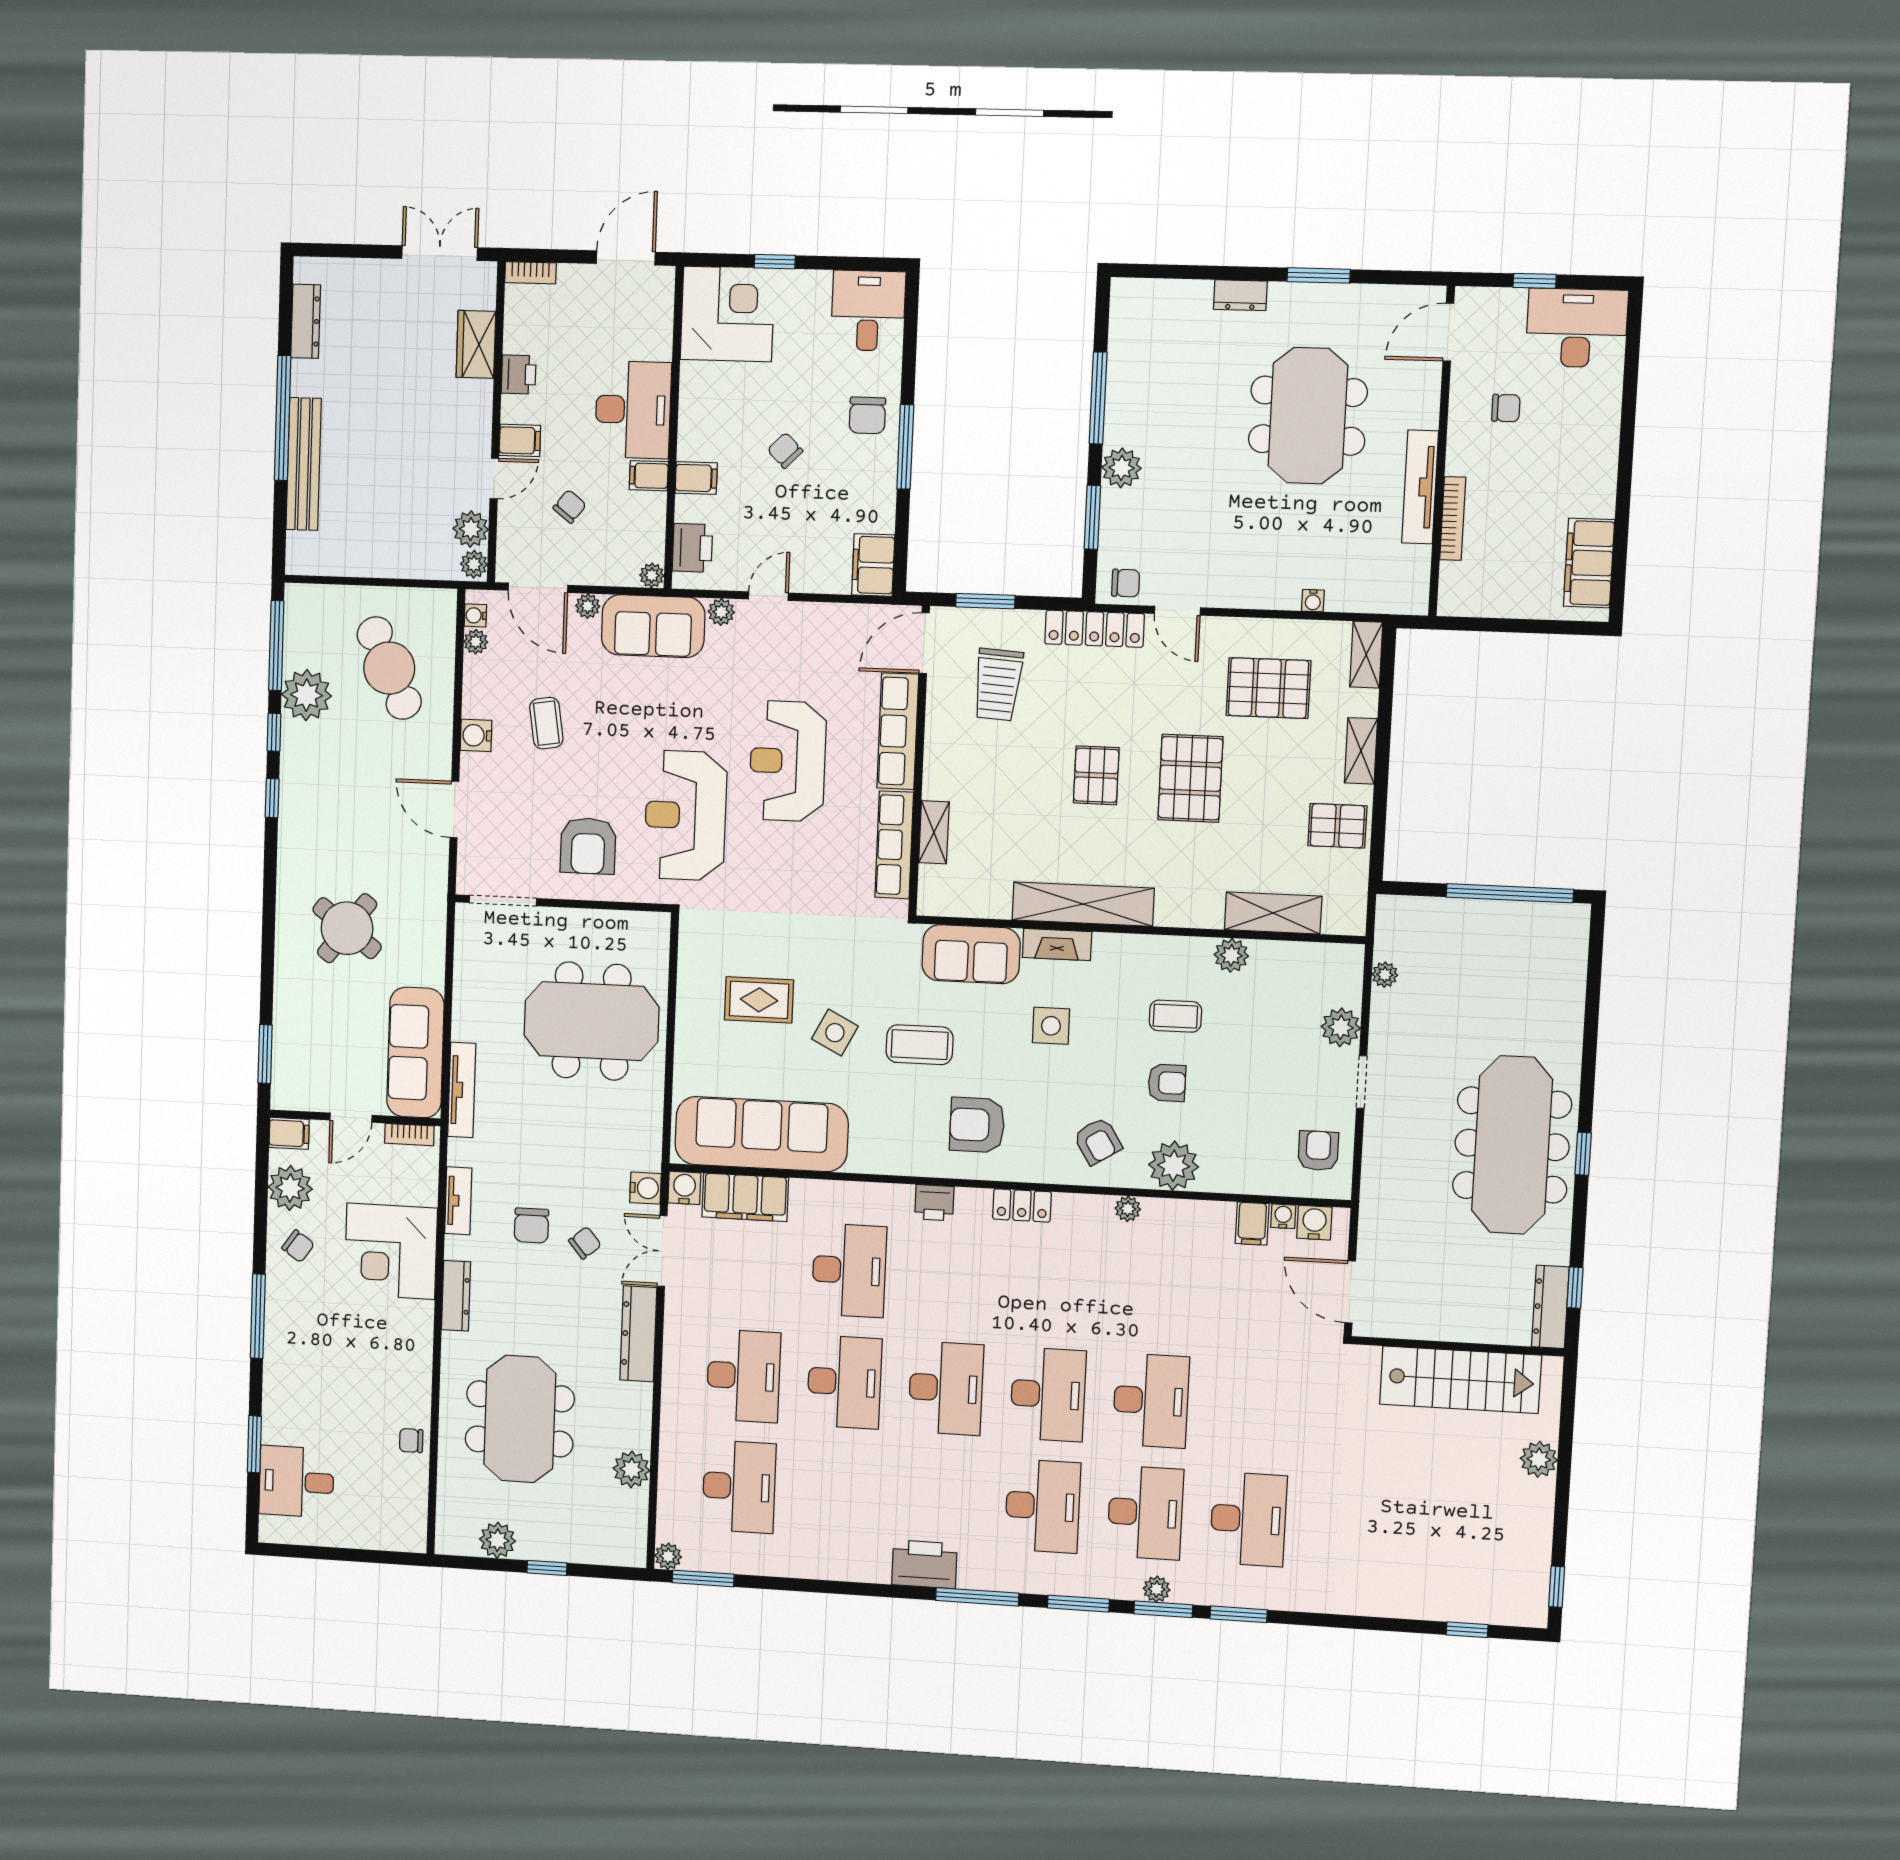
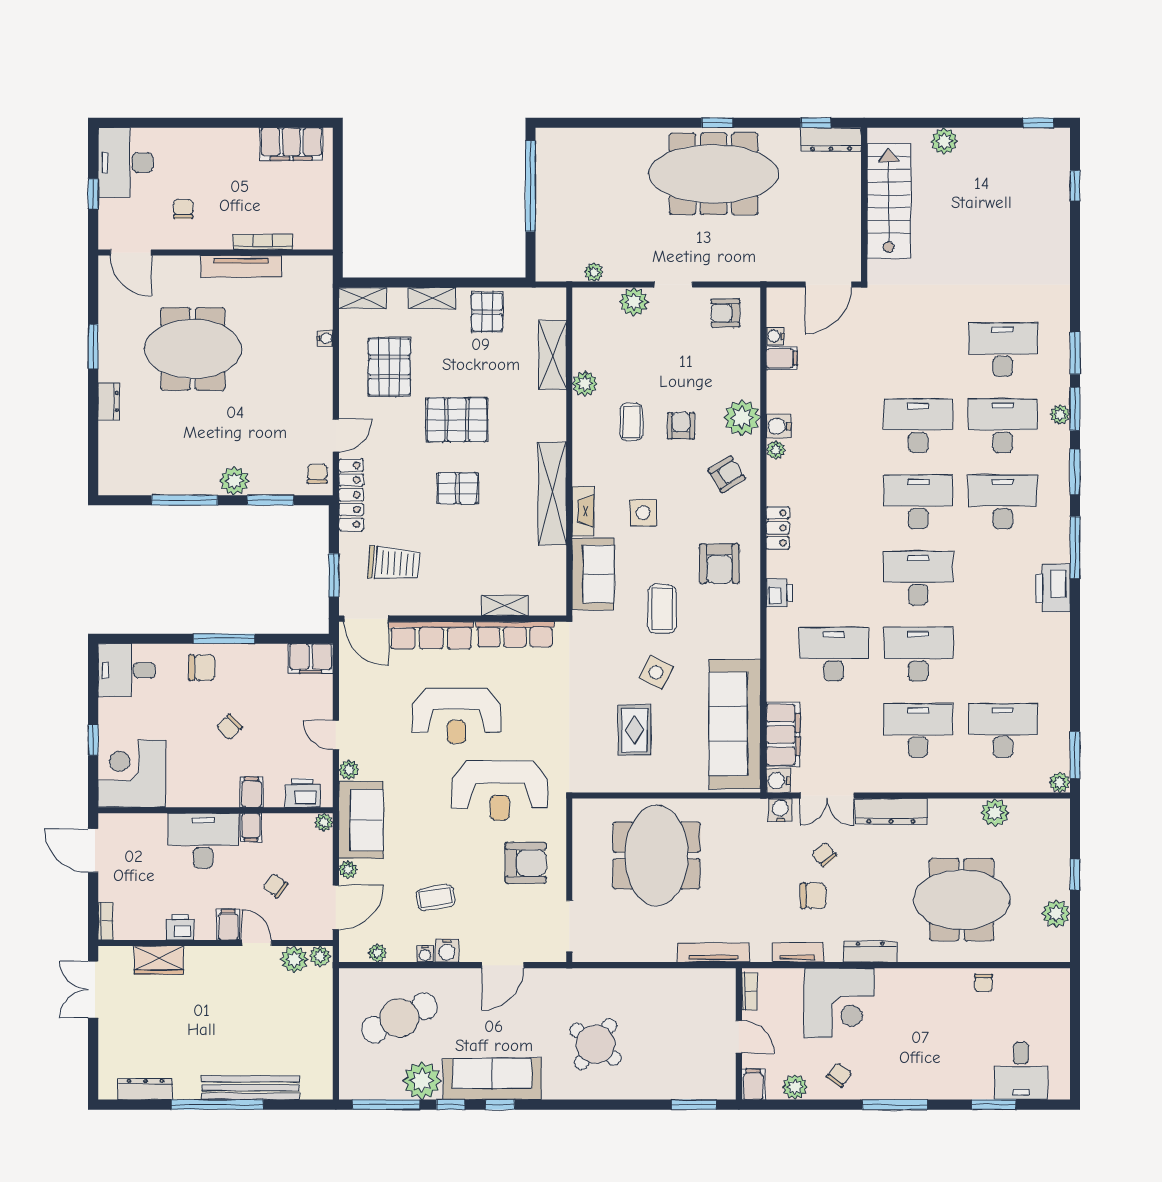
water cooler: (475, 615) -> (425, 954), moved
sofa: (415, 1053) -> (492, 1079), moved, turned 180
plant: (290, 1188) -> (795, 1087), width x0.73, depth x0.73
water cooler: (1314, 1223) -> (779, 426), moved

